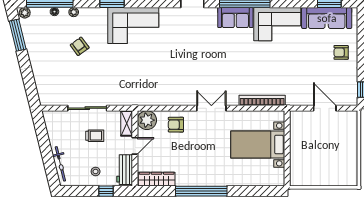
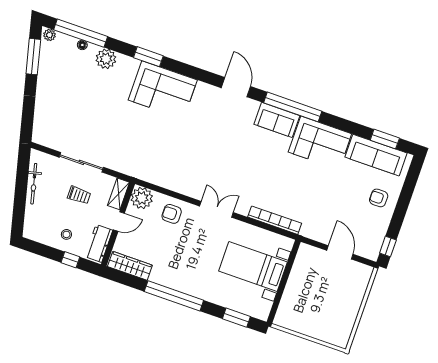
plant: (74, 12) -> (106, 59), width x1.87, depth x1.87
armchair: (80, 46) -> (97, 92), removed
bicycle: (60, 164) -> (34, 184), moved
window: (259, 191) -> (236, 318), added

